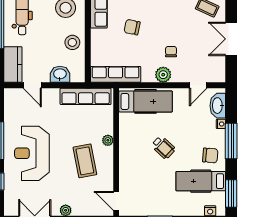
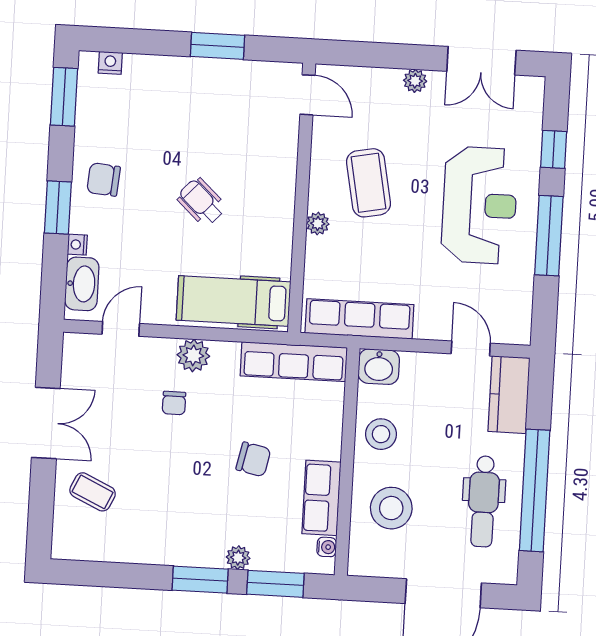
washbasin: (60, 74) -> (379, 367), moved
window: (231, 141) -> (58, 207), width x0.69
hospital bed: (201, 181) -> (127, 126), removed

